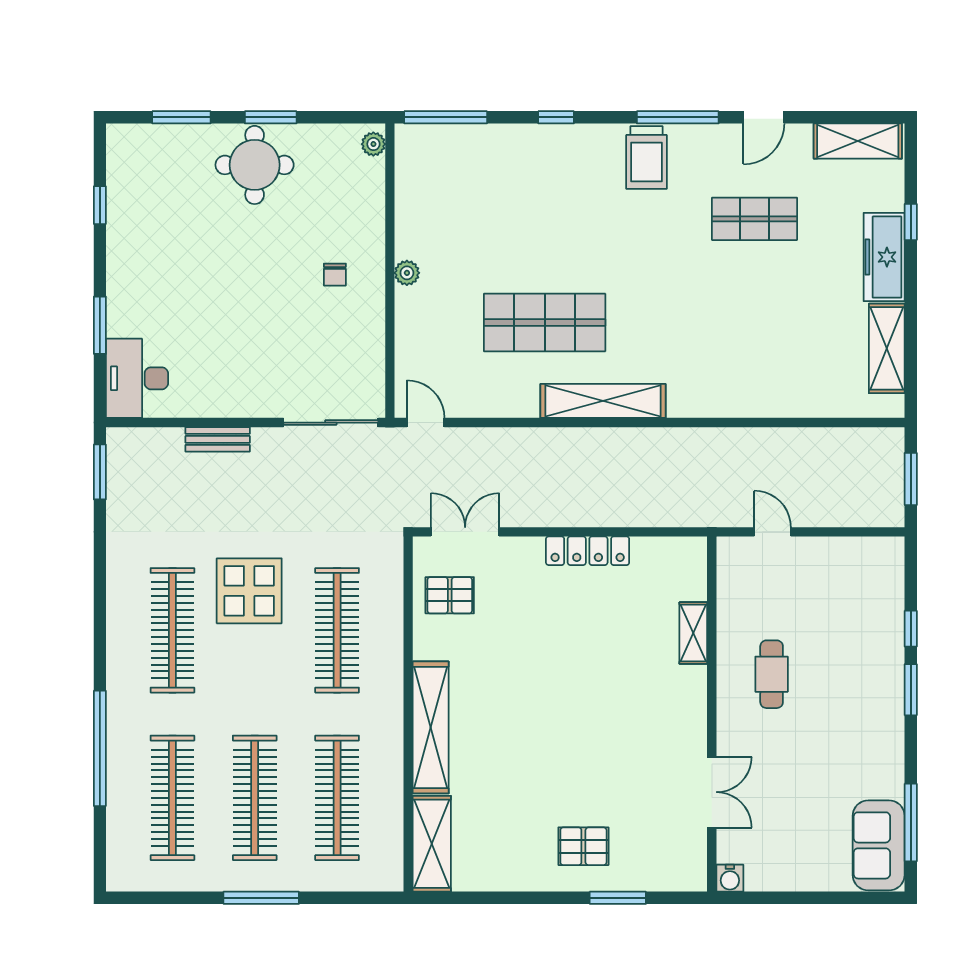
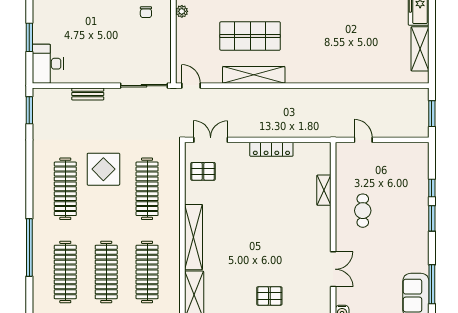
shelving: (603, 401) -> (254, 75), moved

